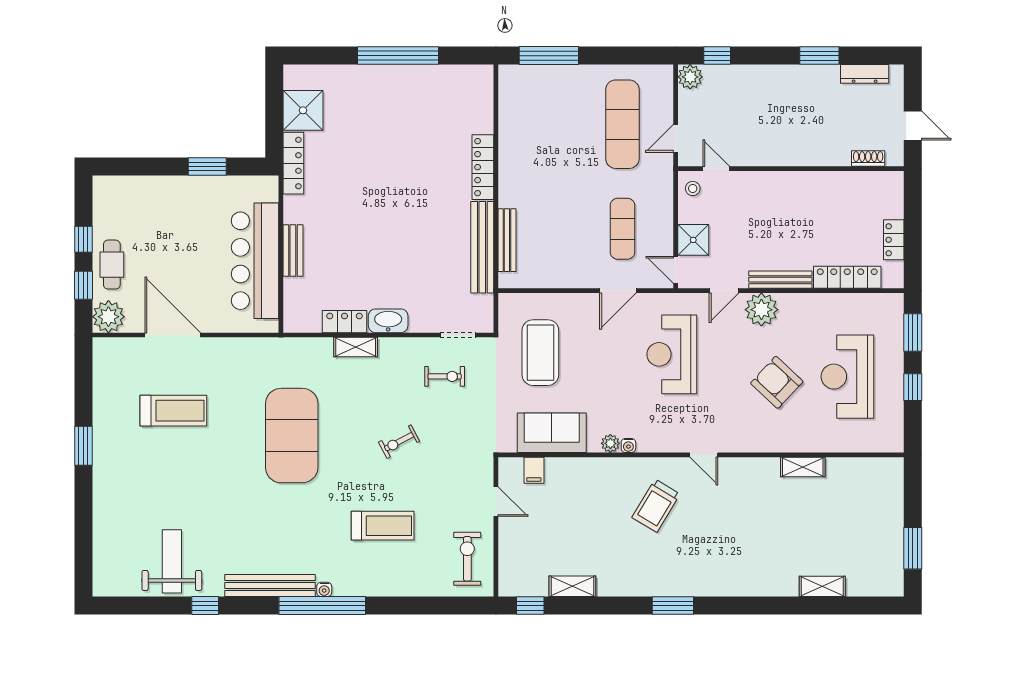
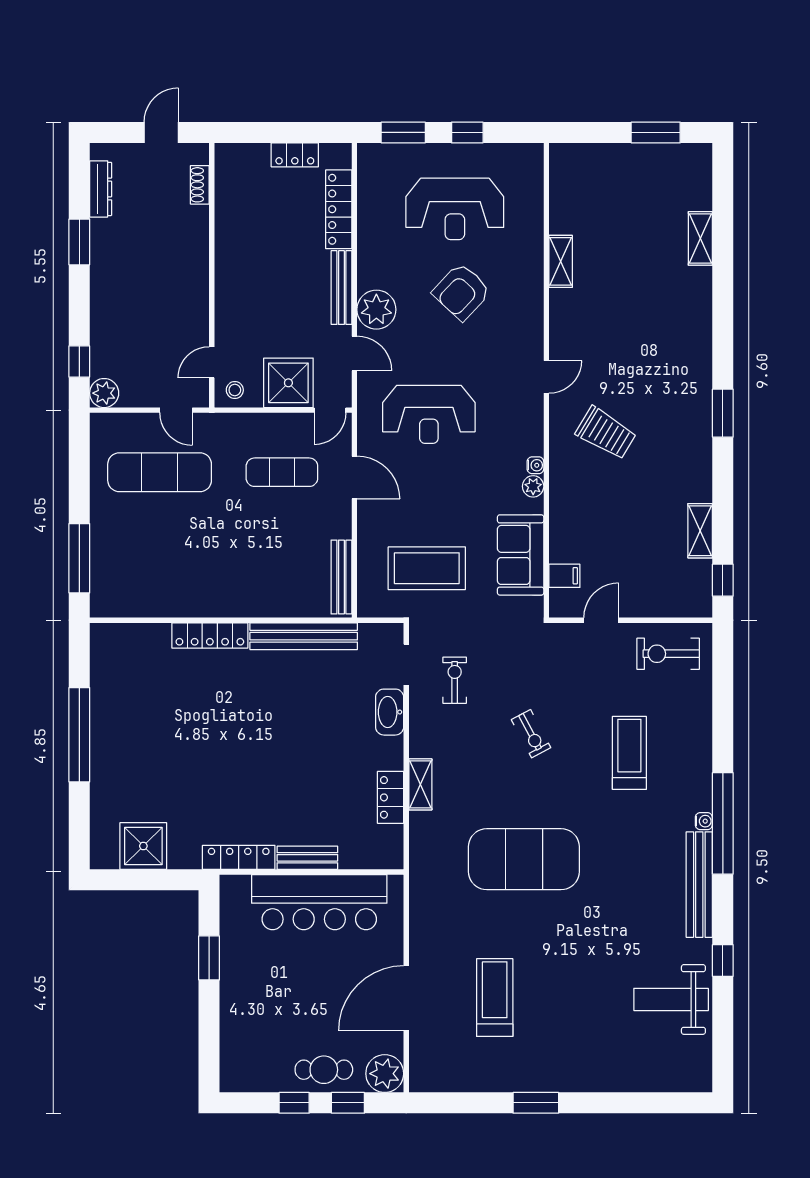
locker: (293, 163) -> (239, 857), moved
bench: (507, 240) -> (341, 577), moved, turned 90
shower: (693, 240) -> (288, 383), width x1.36, depth x1.36
washbasin: (388, 321) -> (390, 712), moved

